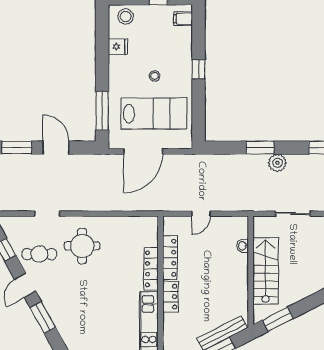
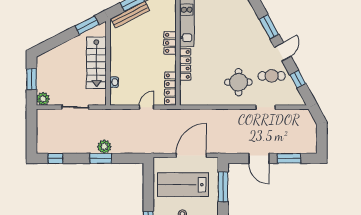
plant: (277, 163) -> (104, 147), moved
locker: (170, 258) -> (170, 88), moved

